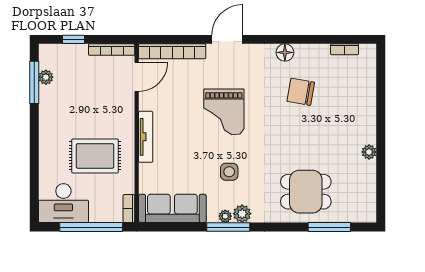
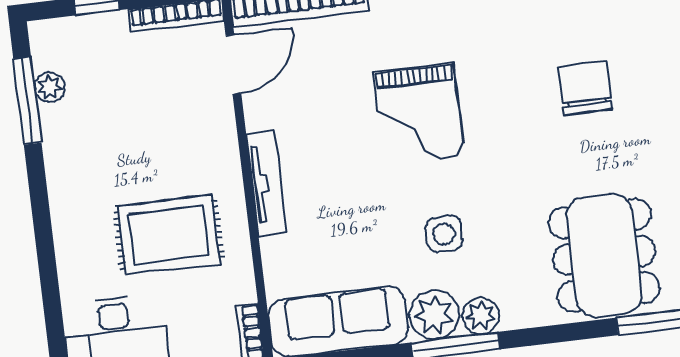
chair: (301, 92) -> (585, 88), moved, turned 80
dining table: (306, 192) -> (604, 255), width x1.38
plant: (225, 216) -> (434, 315), width x1.87, depth x1.87

